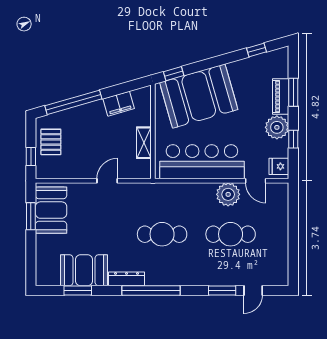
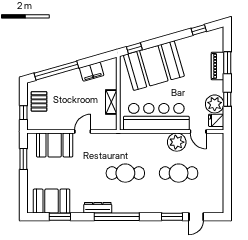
plant: (277, 127) -> (215, 104), moved
booth: (51, 210) -> (55, 145), moved, turned 90
booth: (84, 270) -> (52, 201), moved

